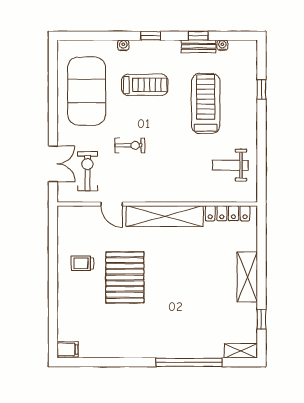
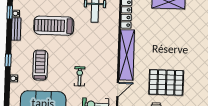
window: (198, 36) -> (10, 12), moved

